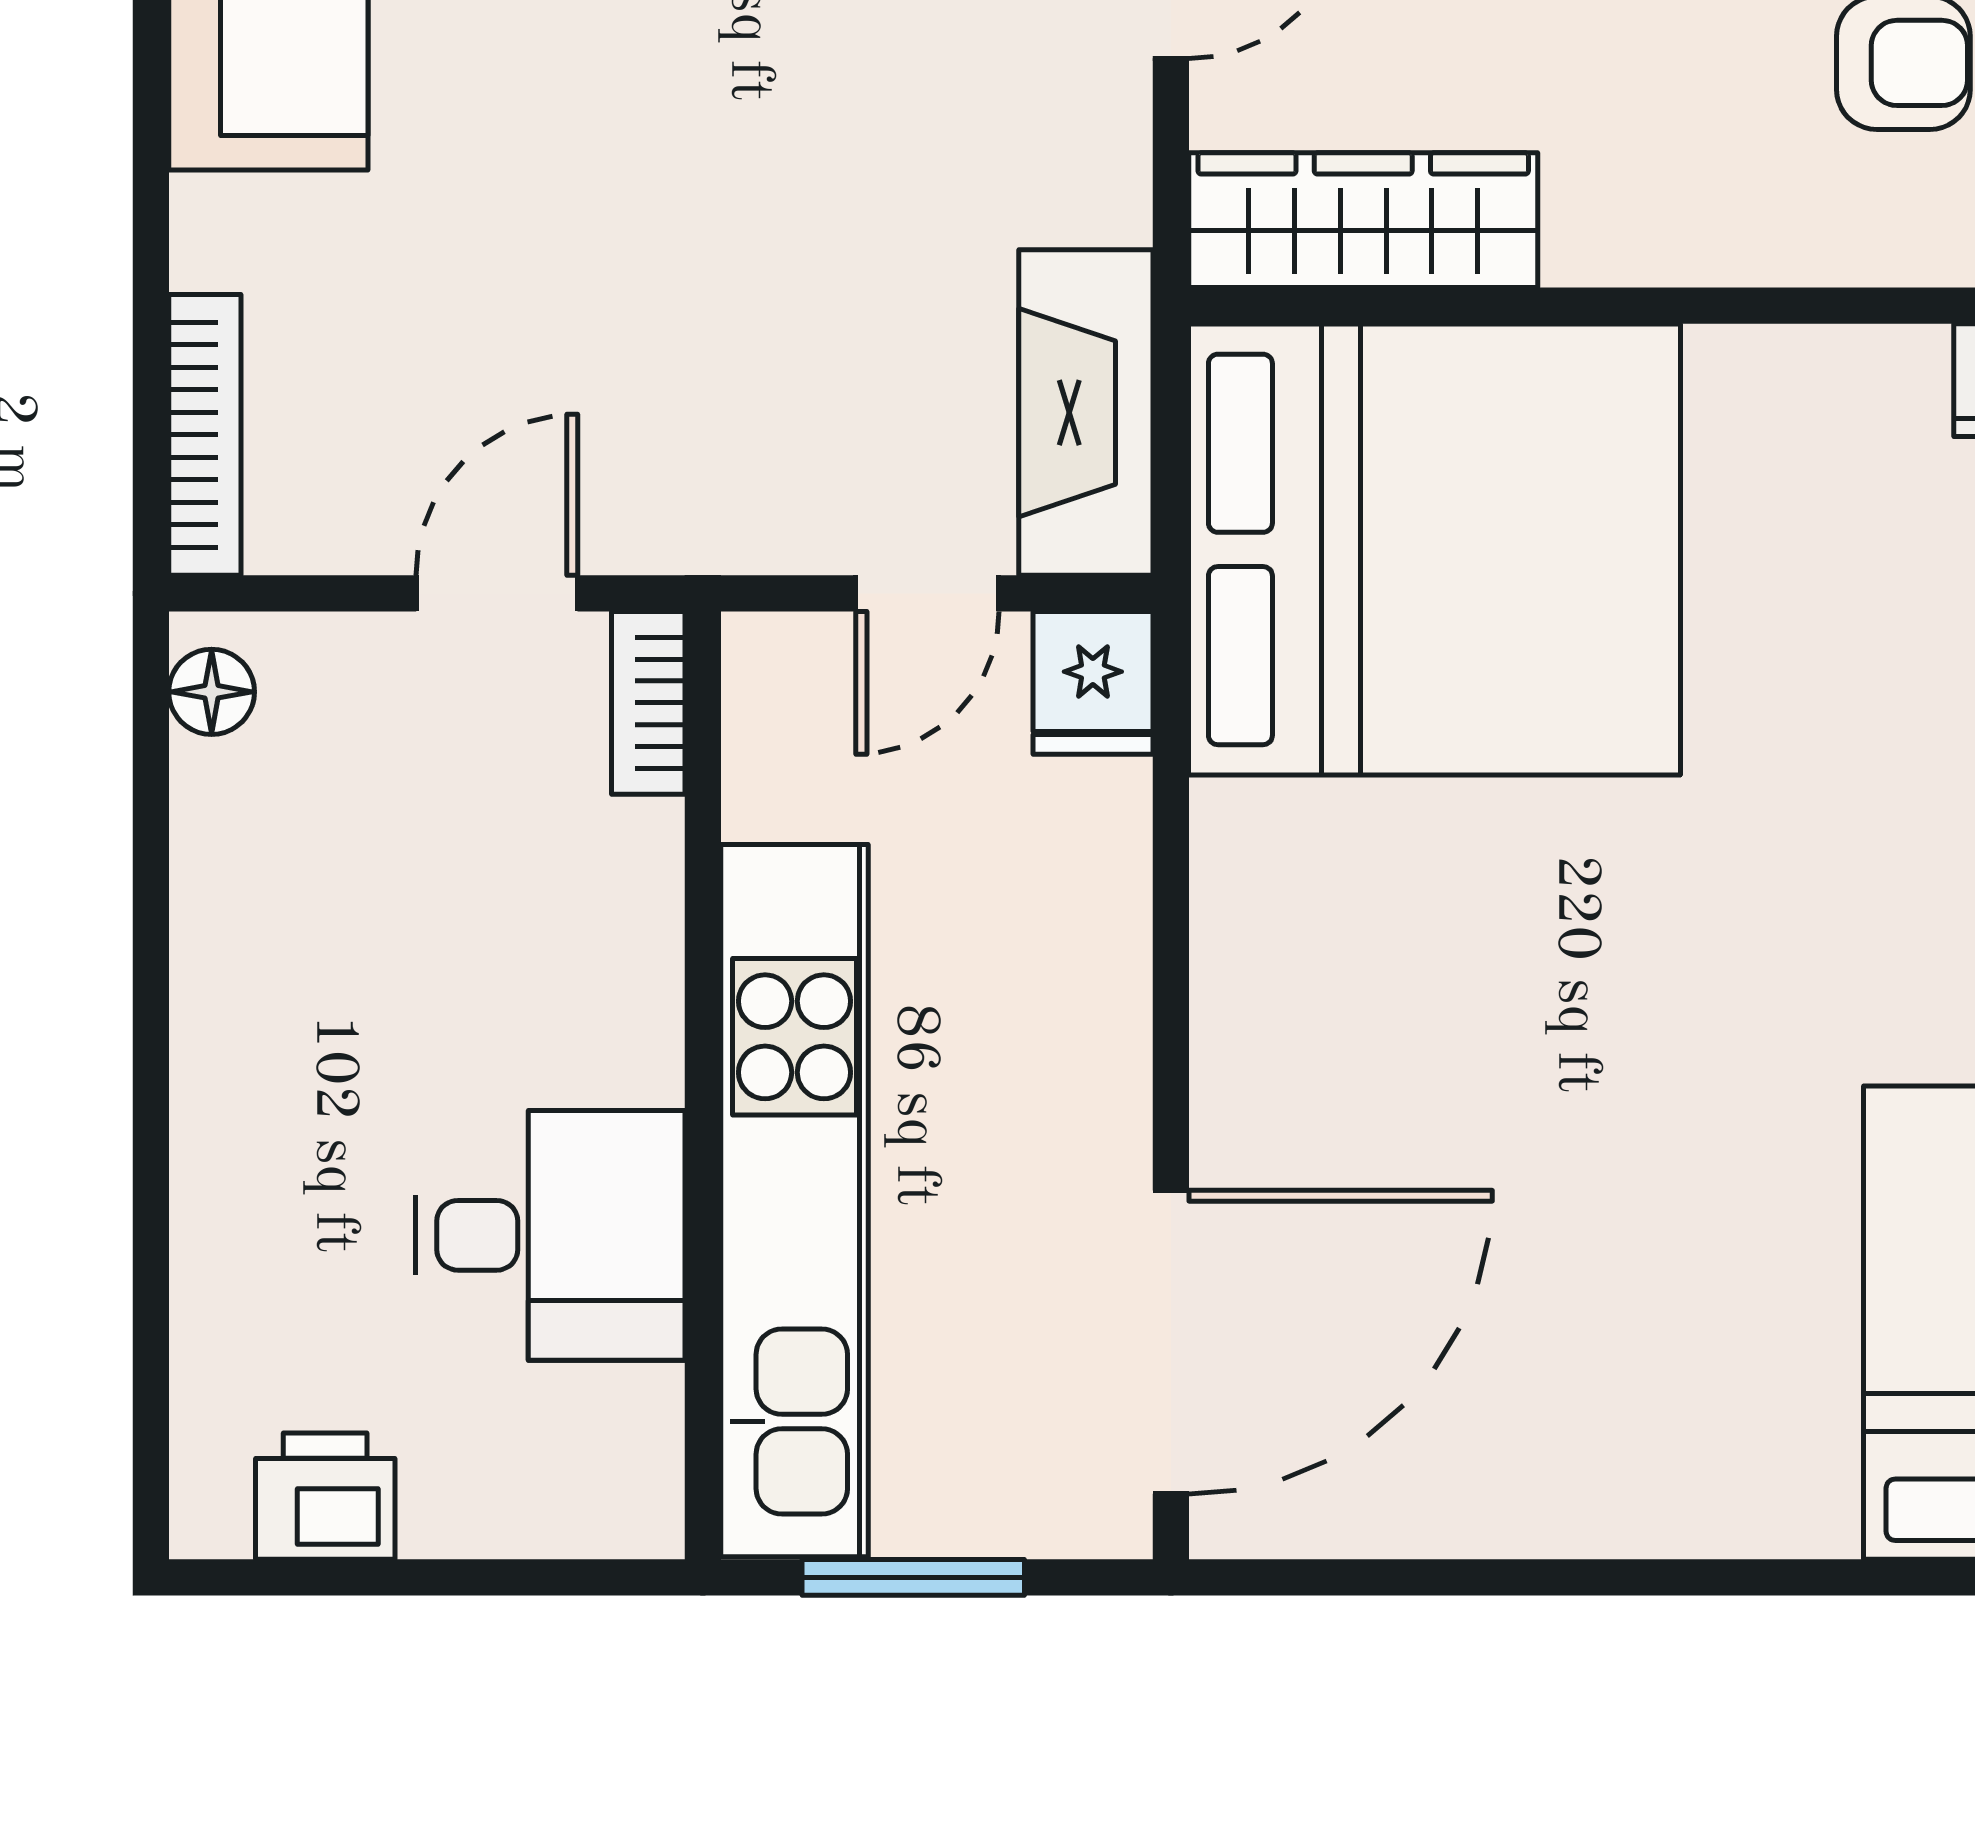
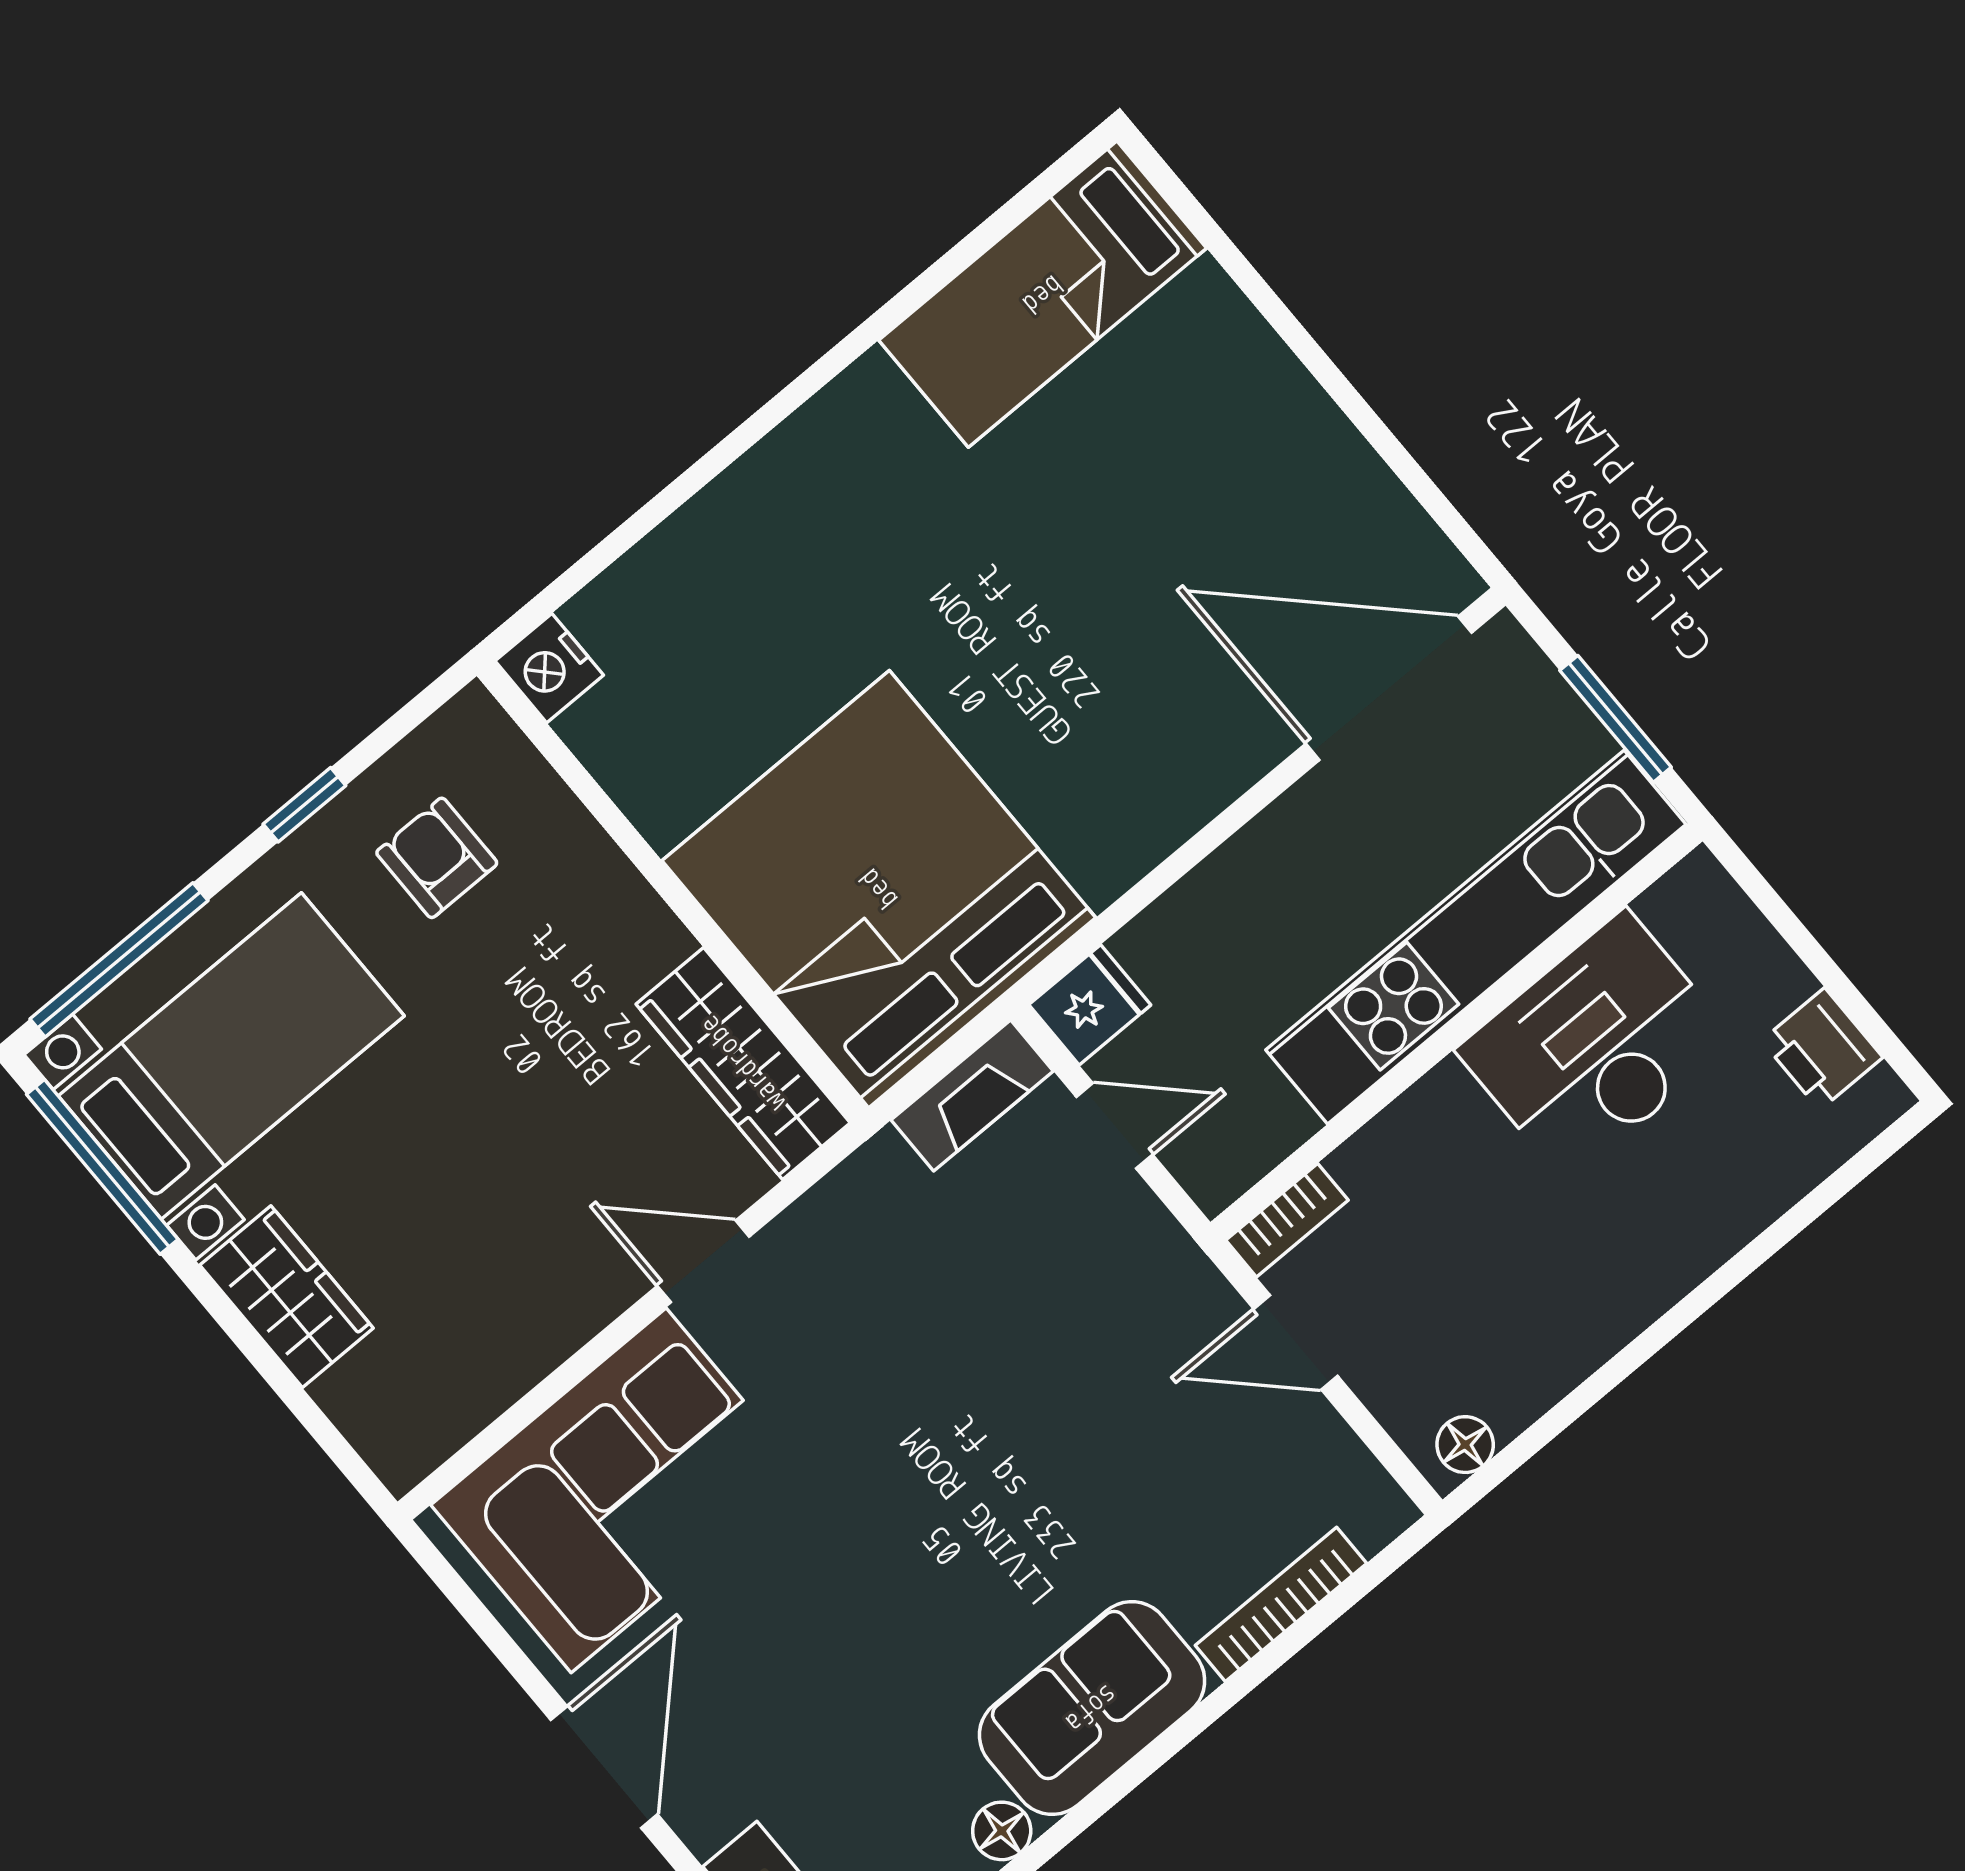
fireplace: (1086, 413) -> (972, 1096), width x0.73, depth x0.76
bookcase: (205, 435) -> (1281, 1604), moved
desk: (550, 1235) -> (1596, 1046), width x1.37

